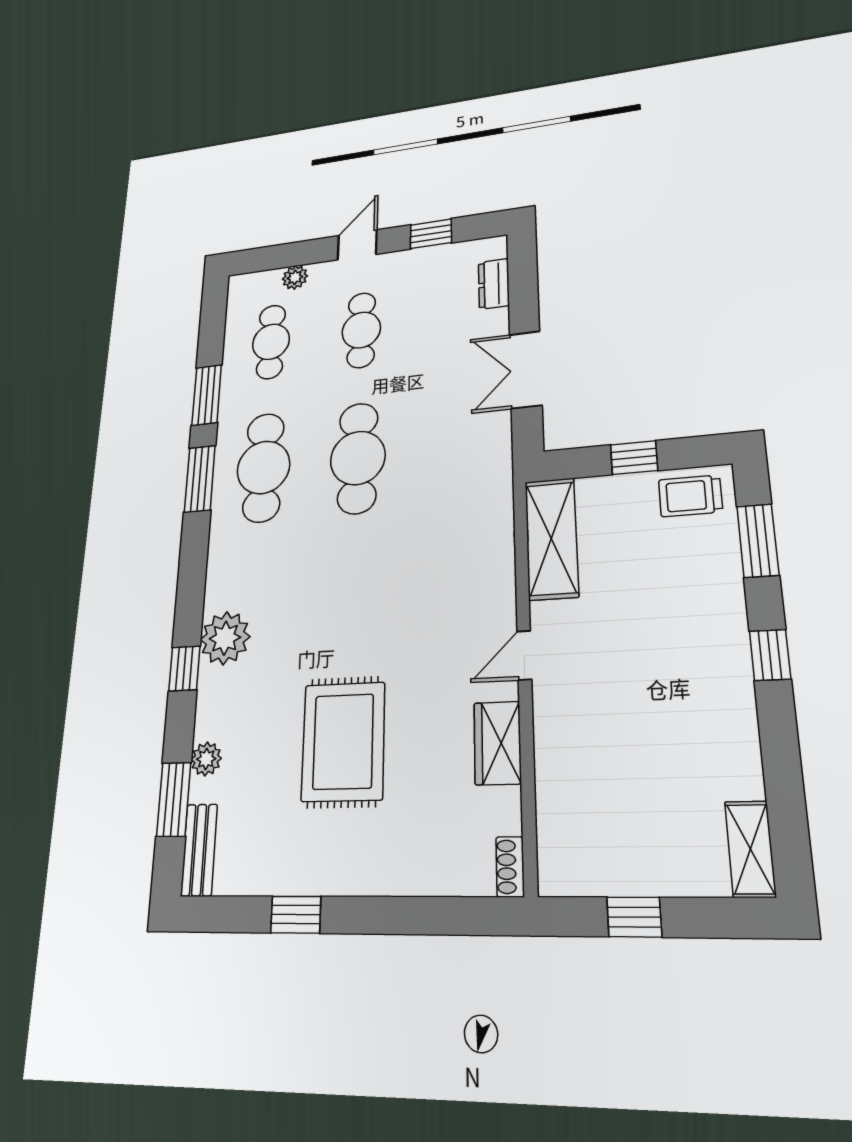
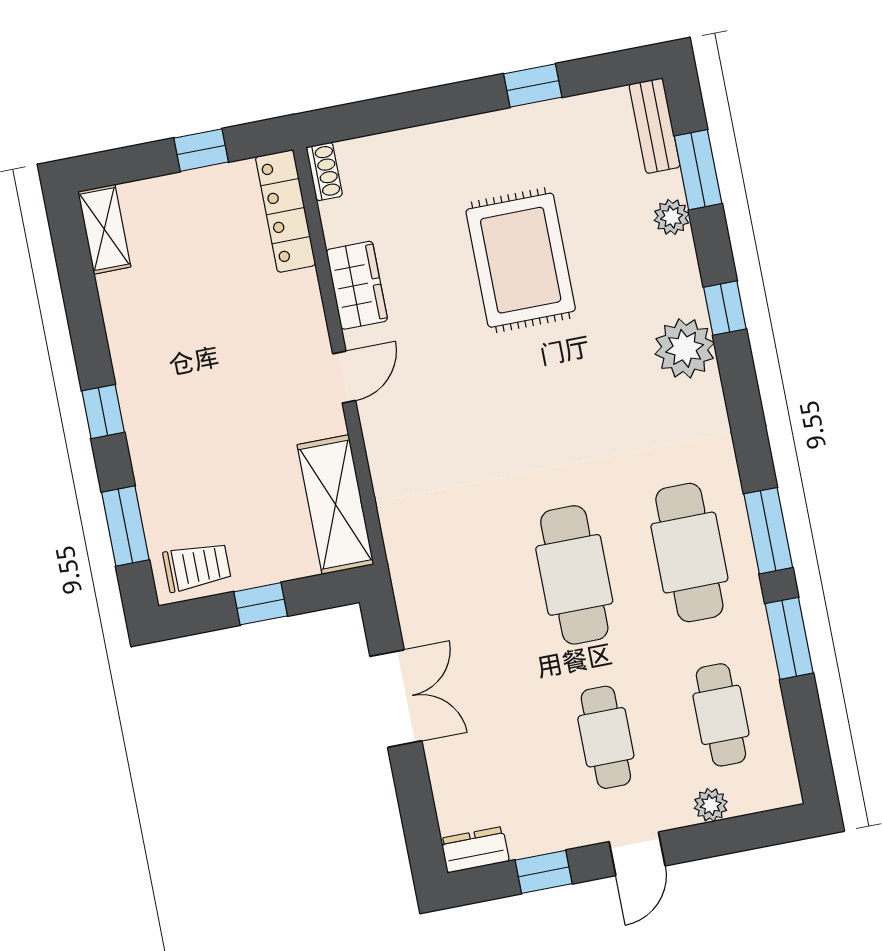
dresser: (494, 284) -> (475, 850), moved, turned -90
locker: (555, 832) -> (285, 211), added

